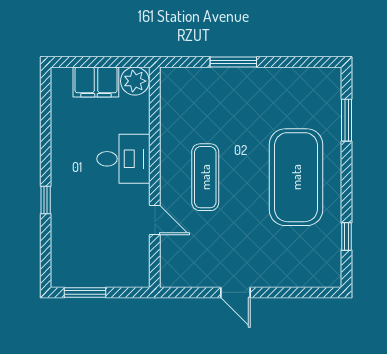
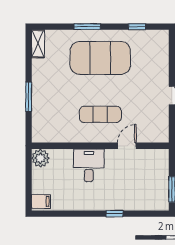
shelving: (319, 77) -> (38, 44), added
filing cabinet: (96, 82) -> (41, 201), moved, width x0.50
window: (346, 120) -> (87, 27), moved

